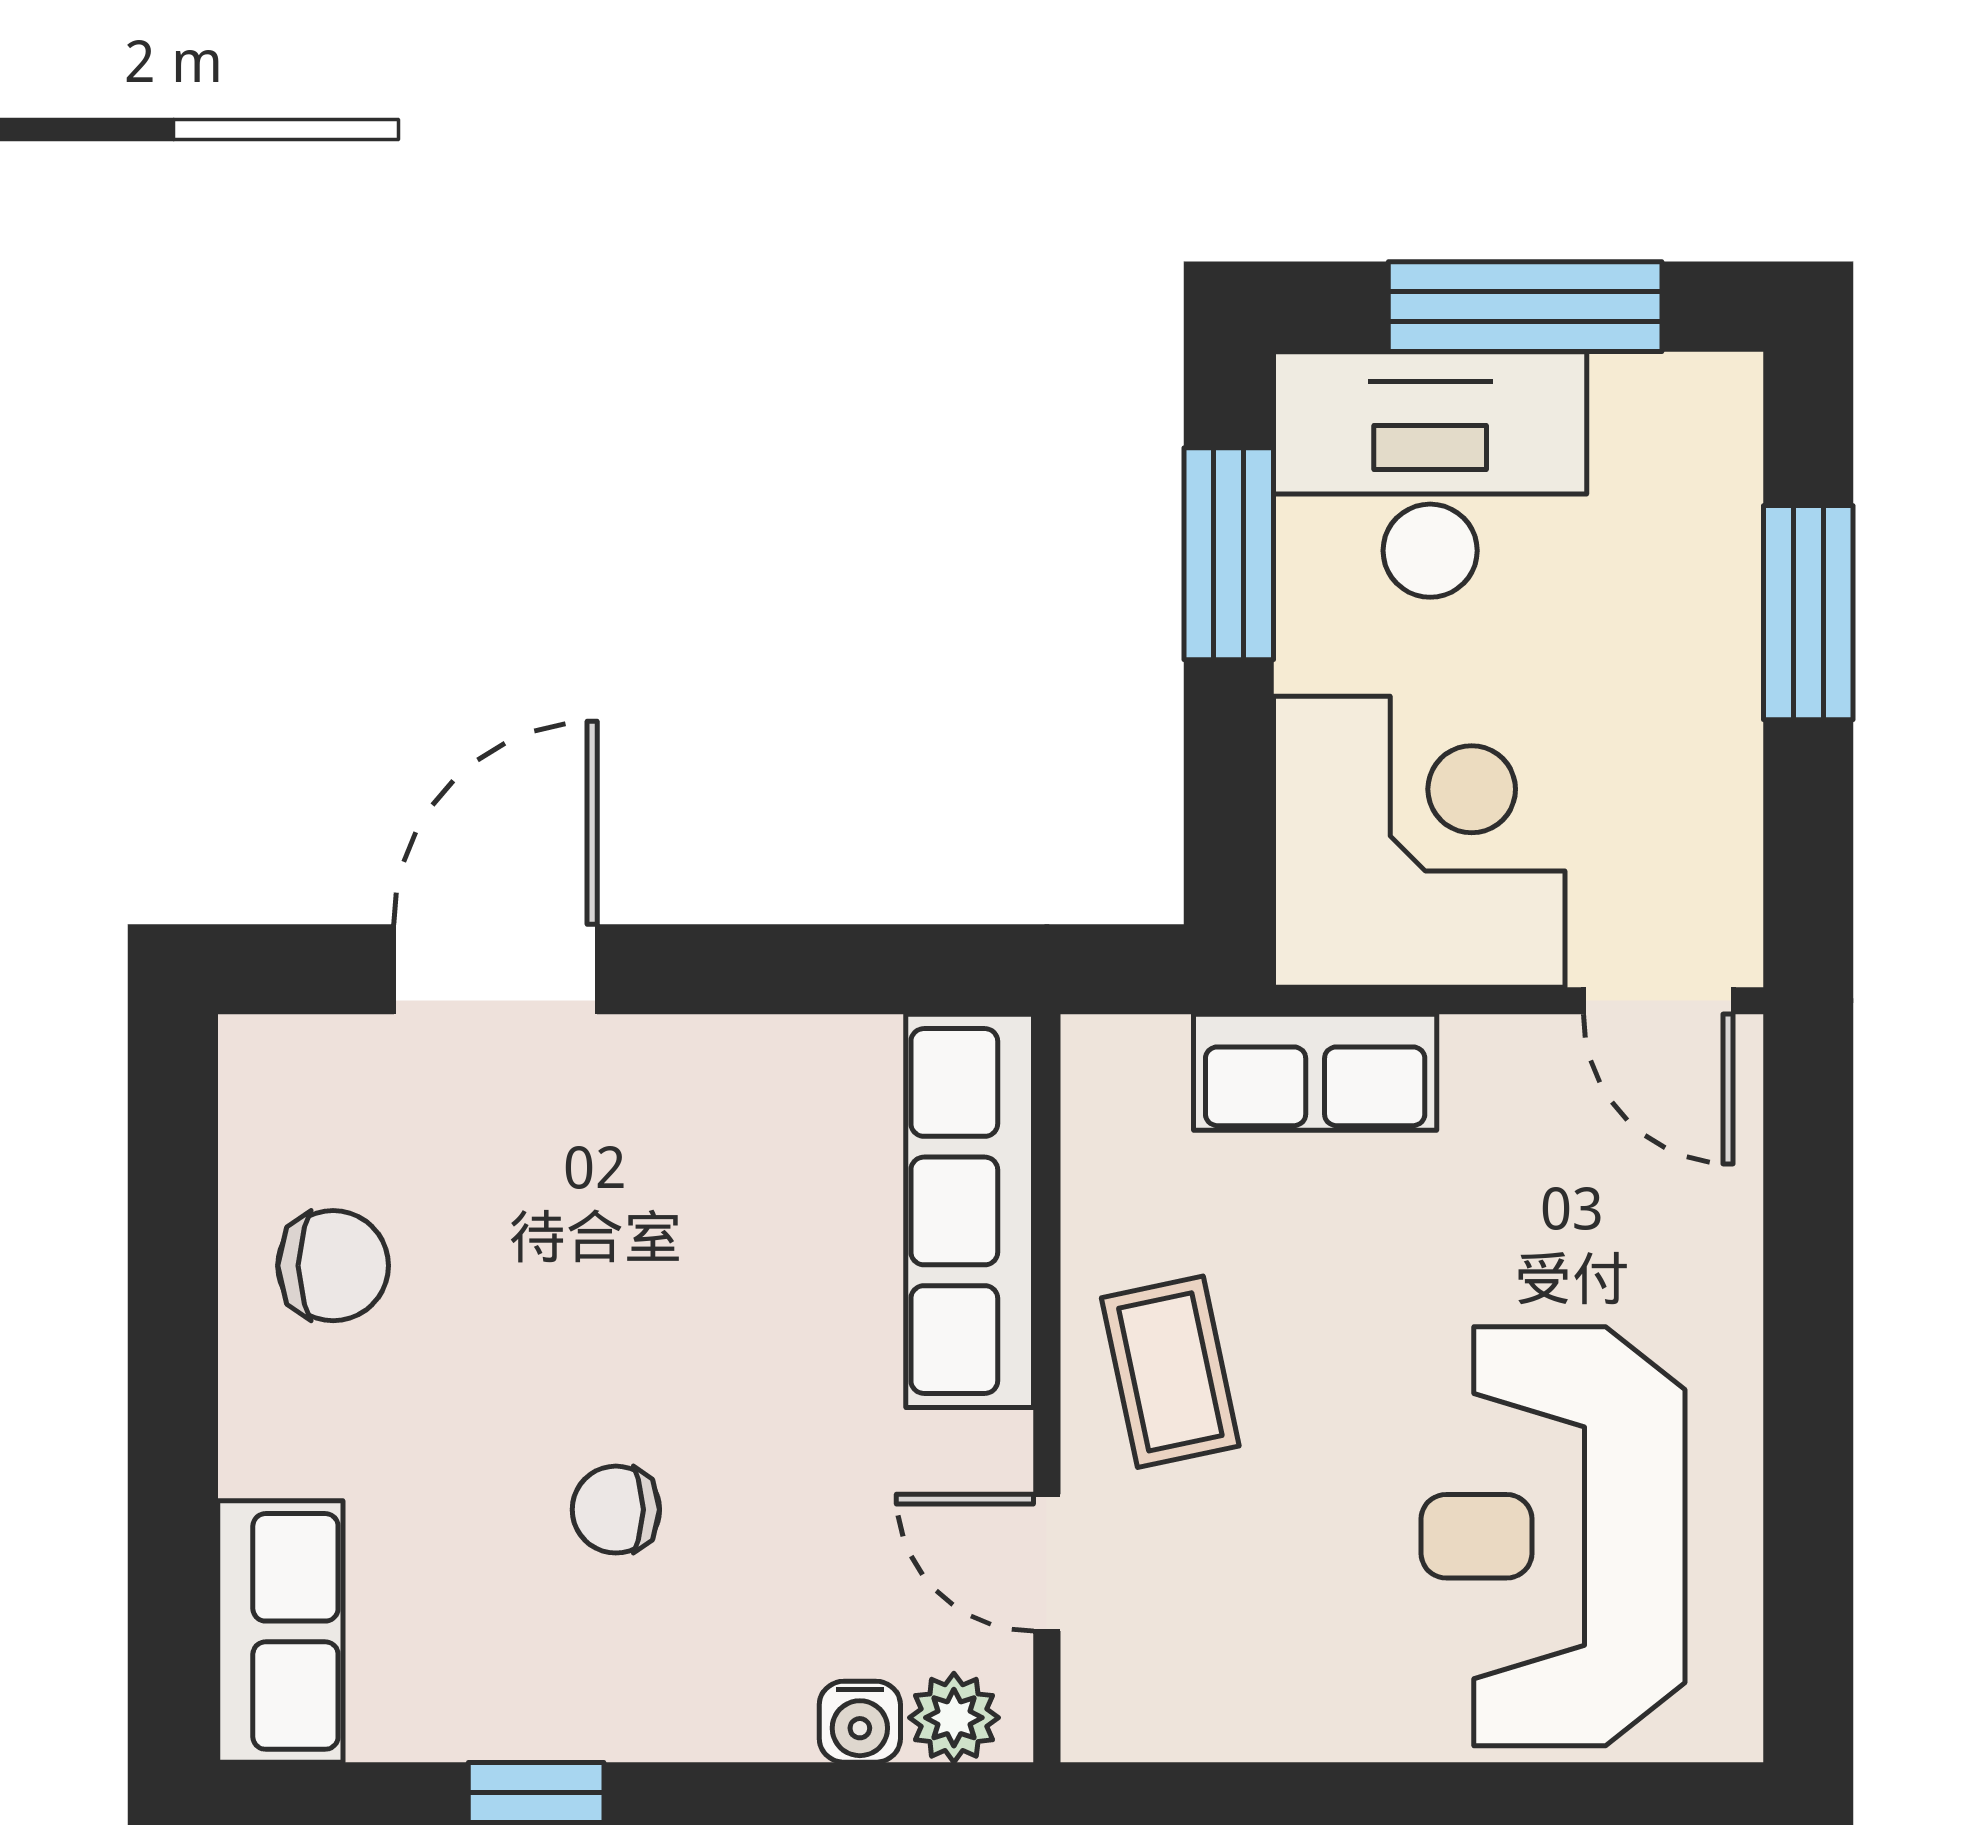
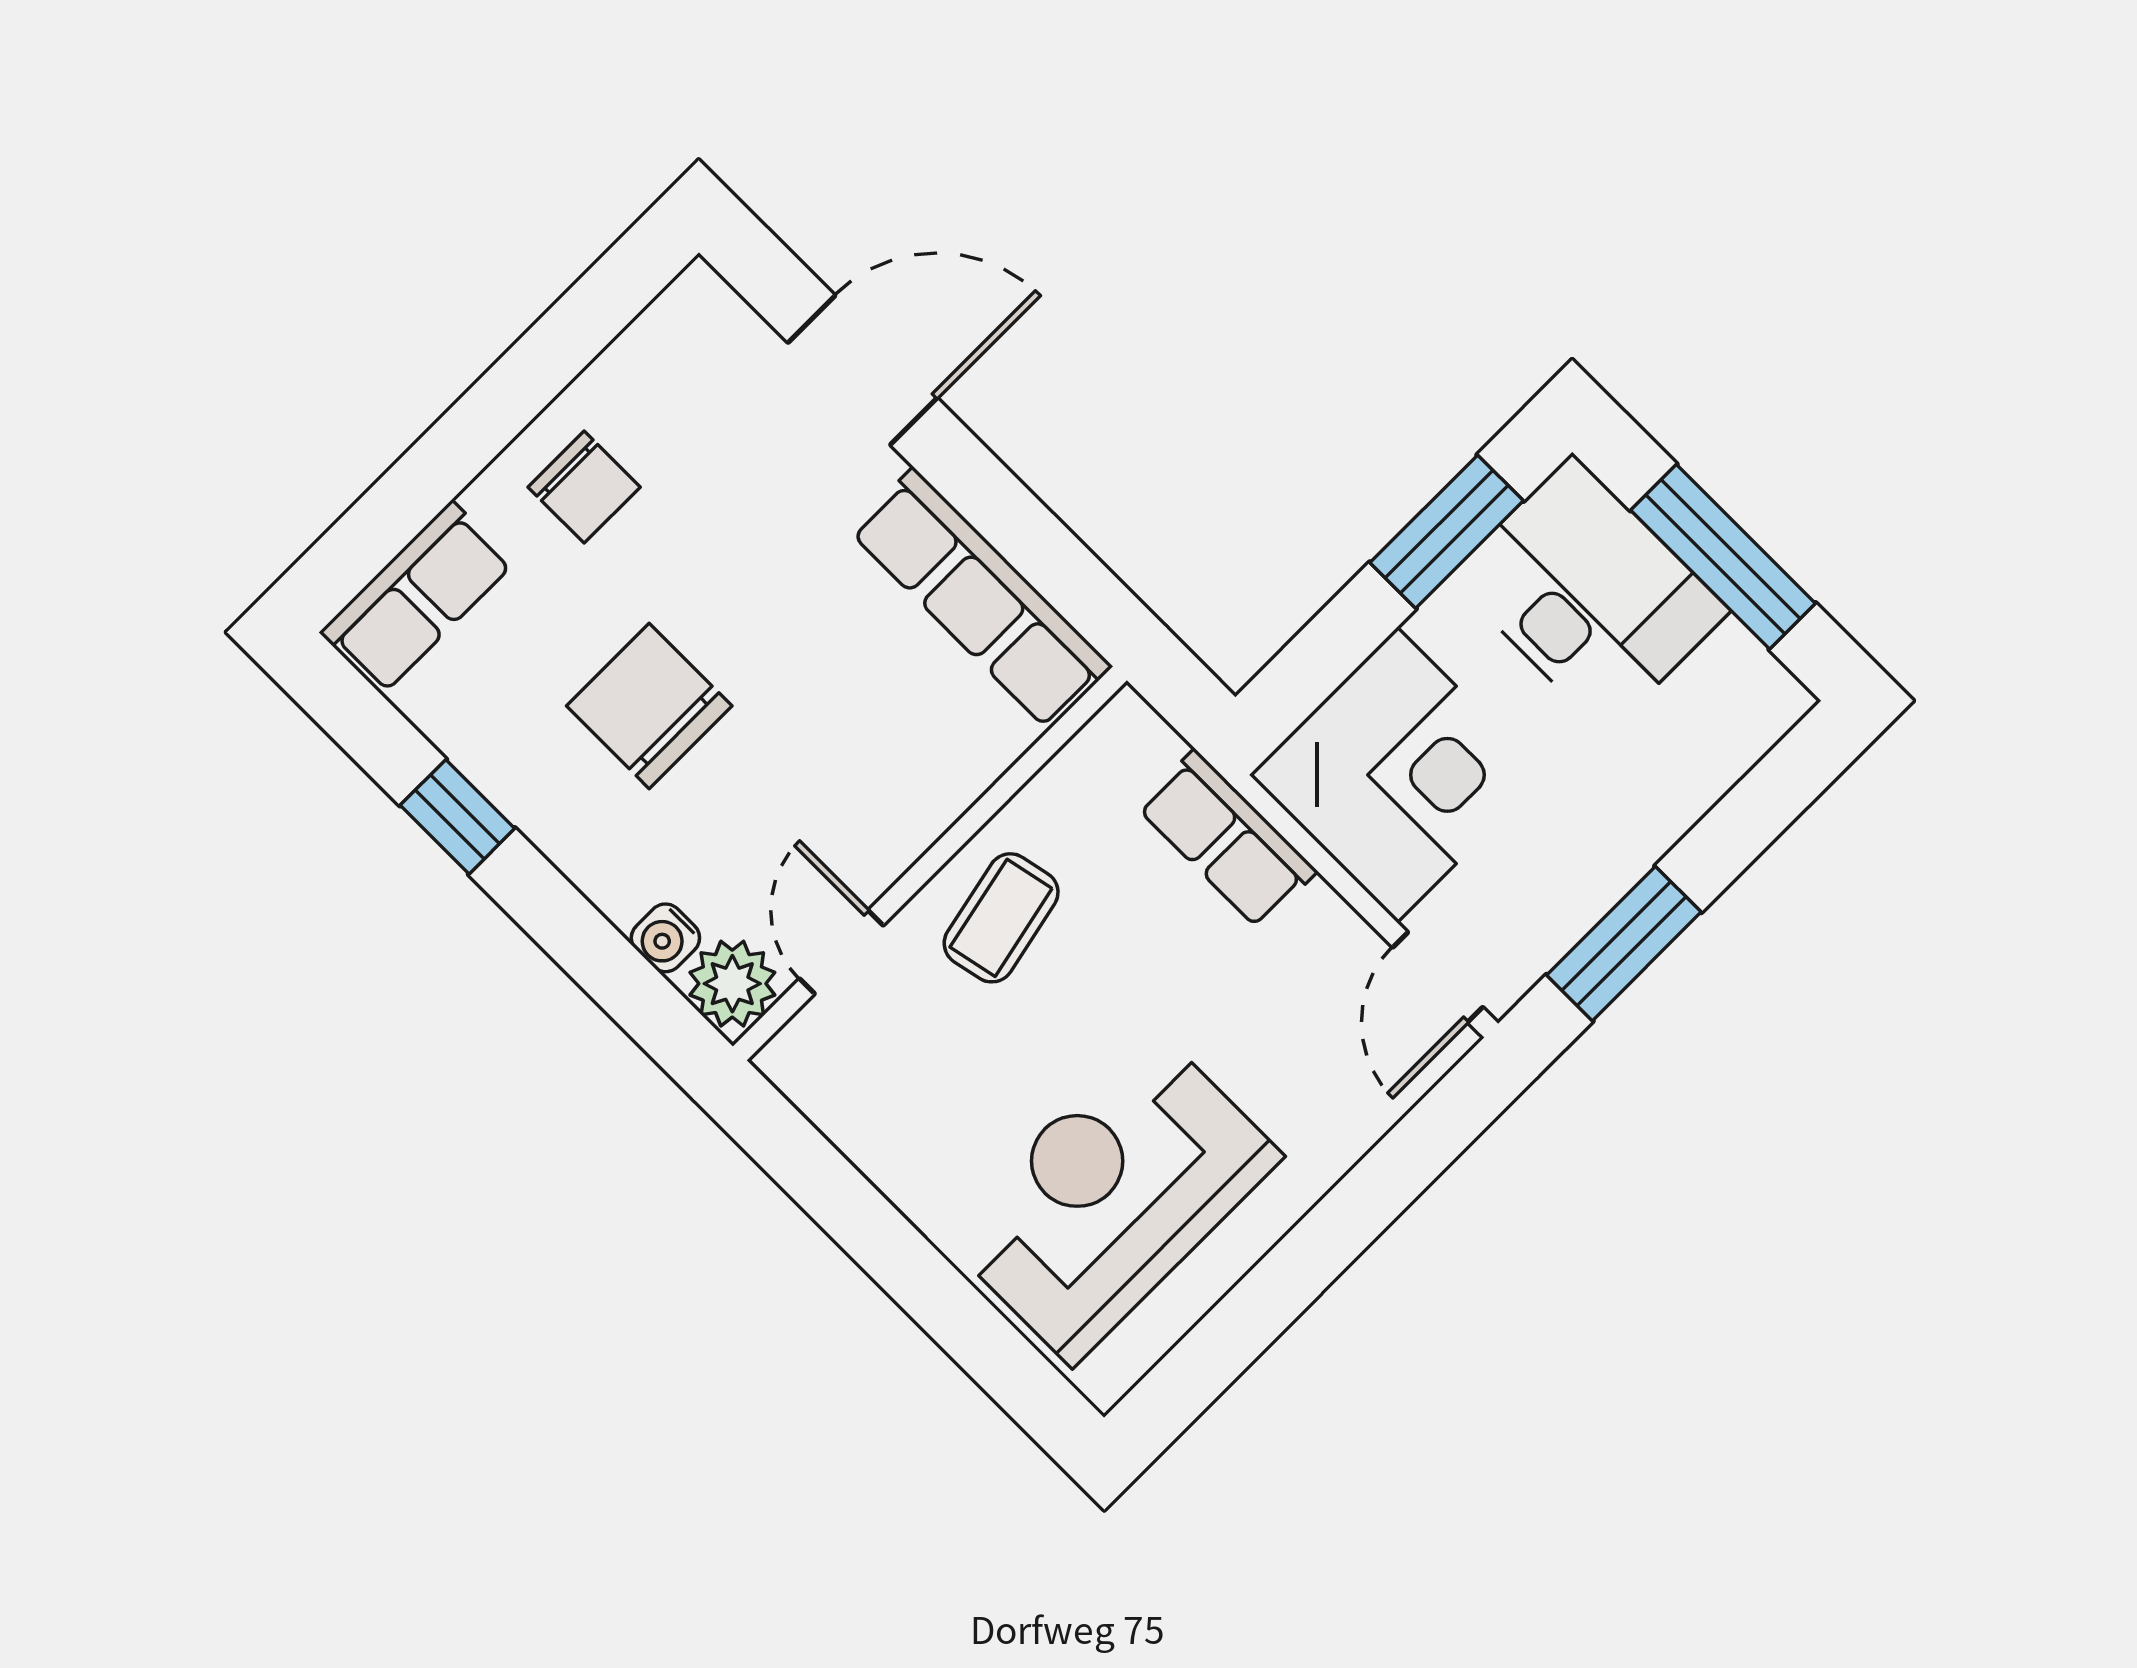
window: (1808, 613) -> (1624, 944), moved
row of seats: (970, 1211) -> (981, 599), moved, turned -90
chair: (333, 1266) -> (584, 487), moved
chair: (616, 1510) -> (649, 706), width x1.87, depth x1.87
plant: (954, 1718) -> (732, 984), width x1.38, depth x1.38

